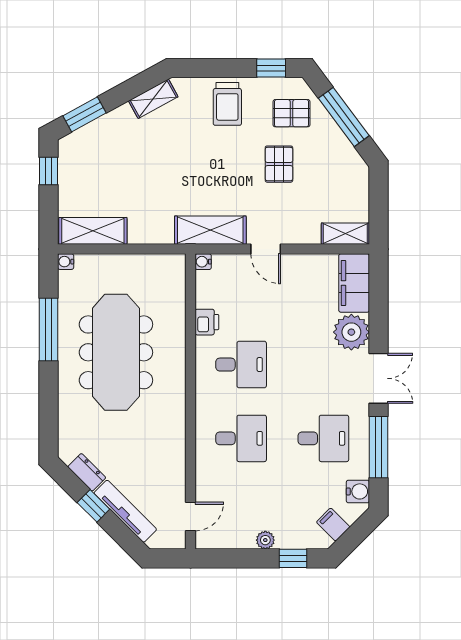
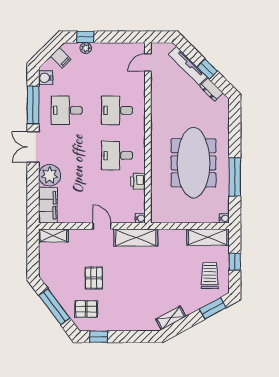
trolley: (227, 104) -> (210, 275), moved
window: (49, 171) -> (235, 262), moved
plant: (265, 540) -> (86, 48), moved

